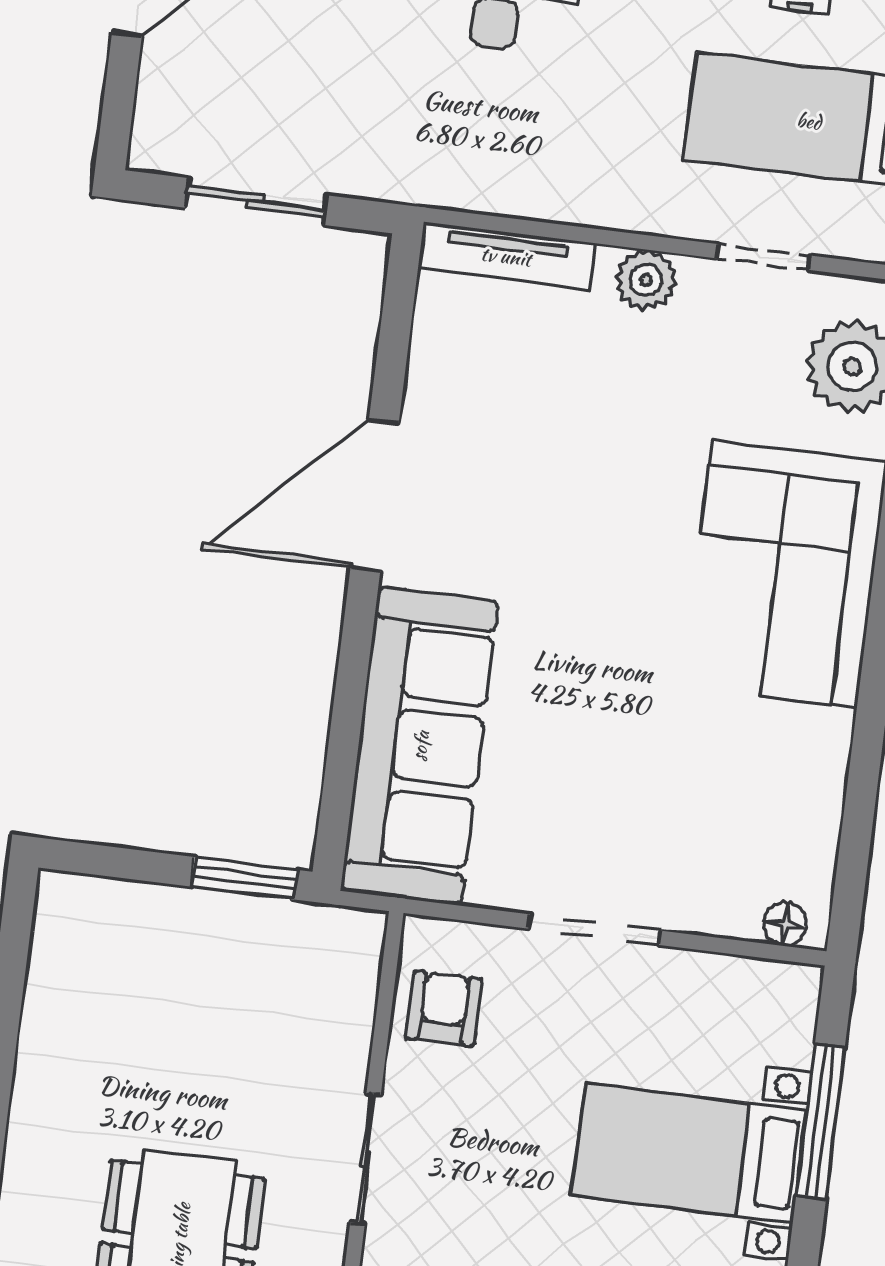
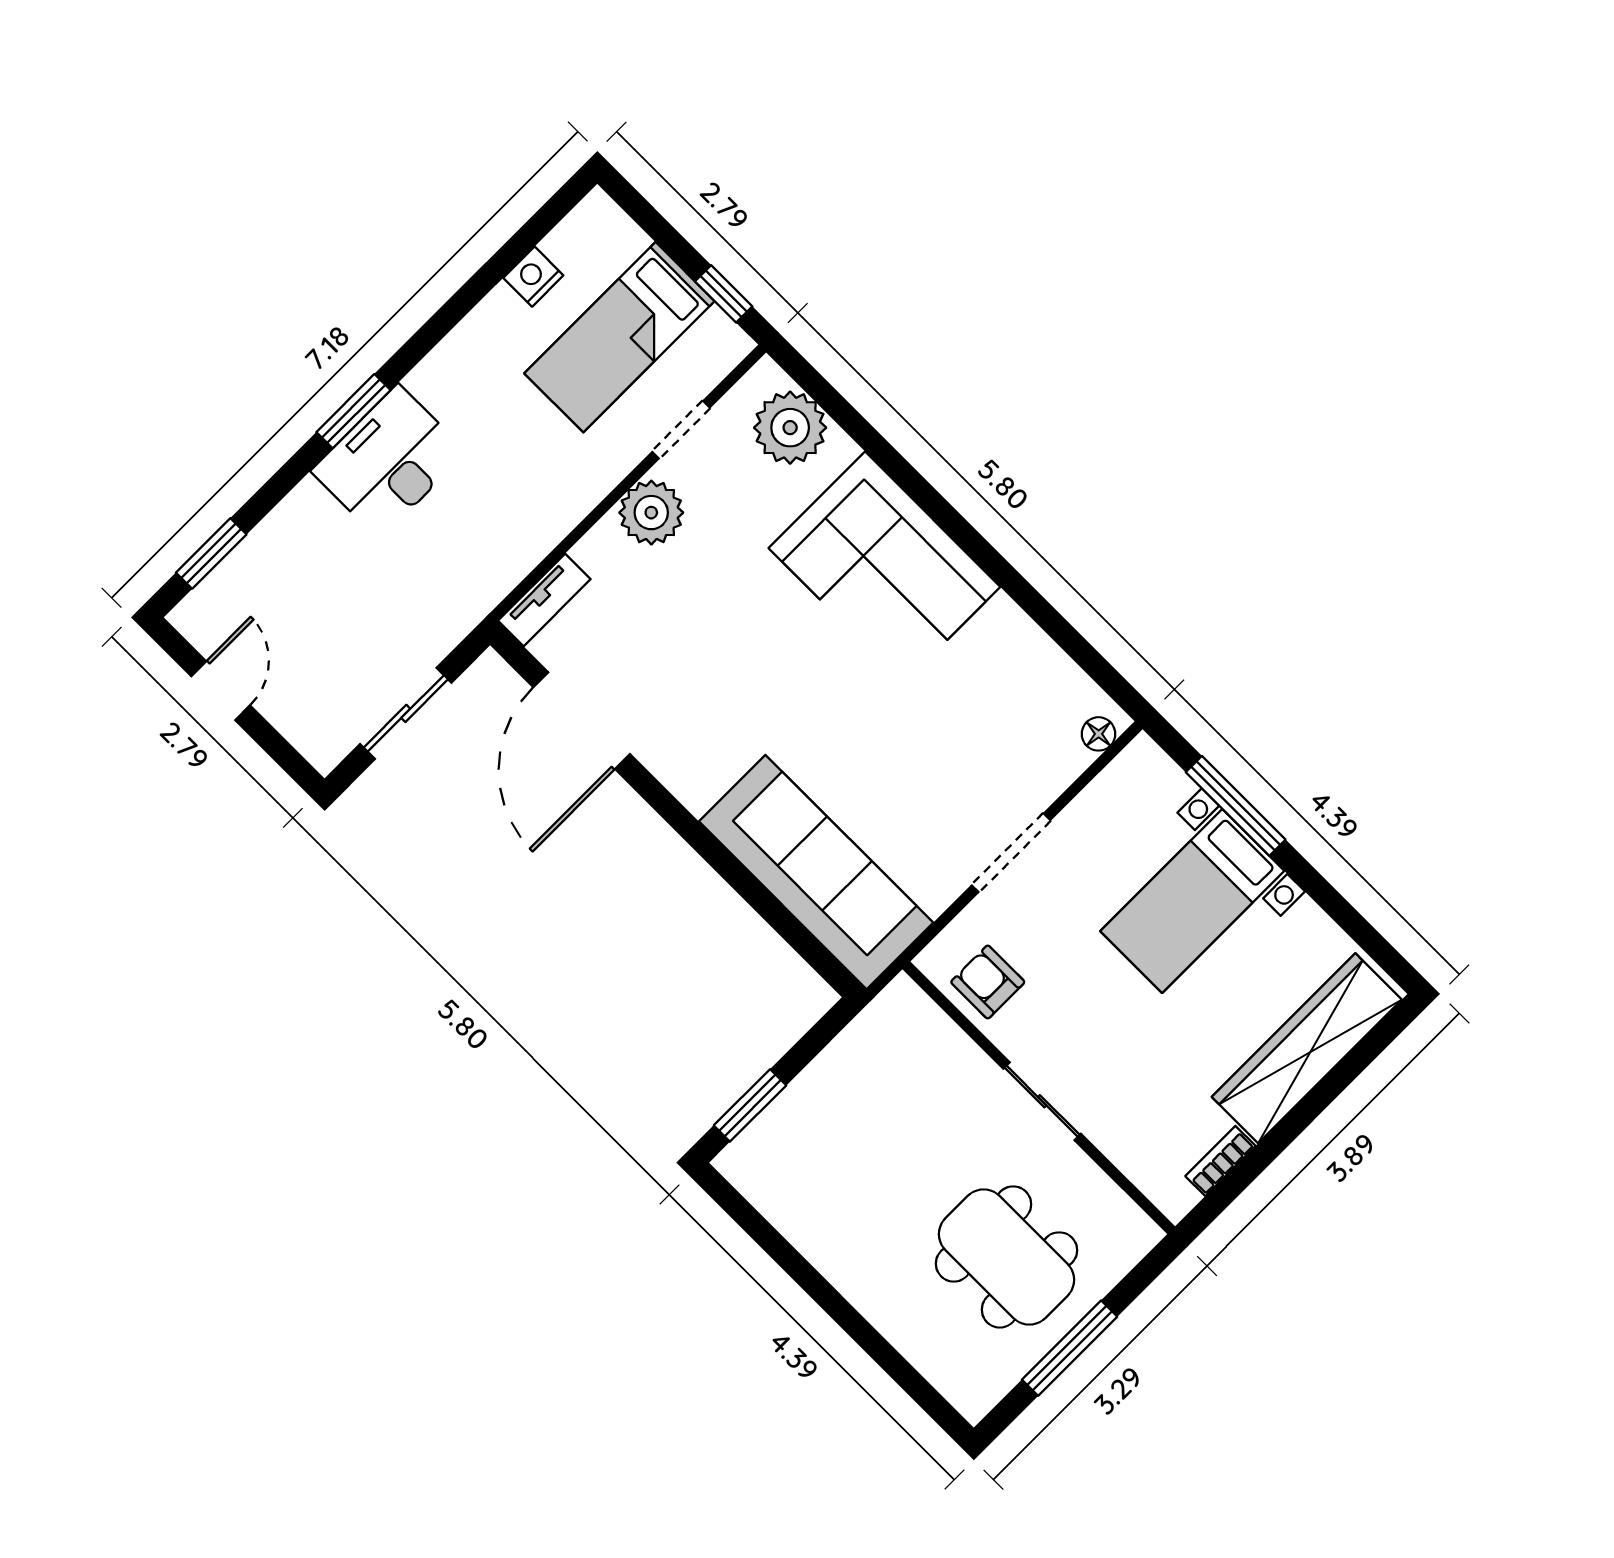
tv unit: (506, 256) -> (544, 600), width x0.71
plant: (646, 280) -> (651, 513), width x1.36, depth x1.36
door: (375, 495) -> (582, 721), moved
window: (244, 878) -> (750, 1105), moved

